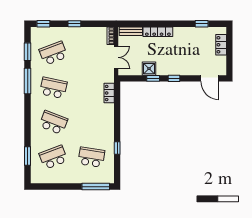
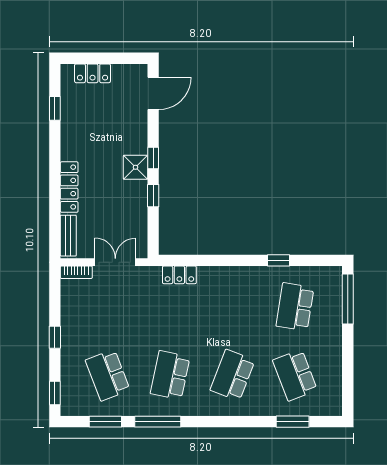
shower: (149, 69) -> (135, 167), moved

